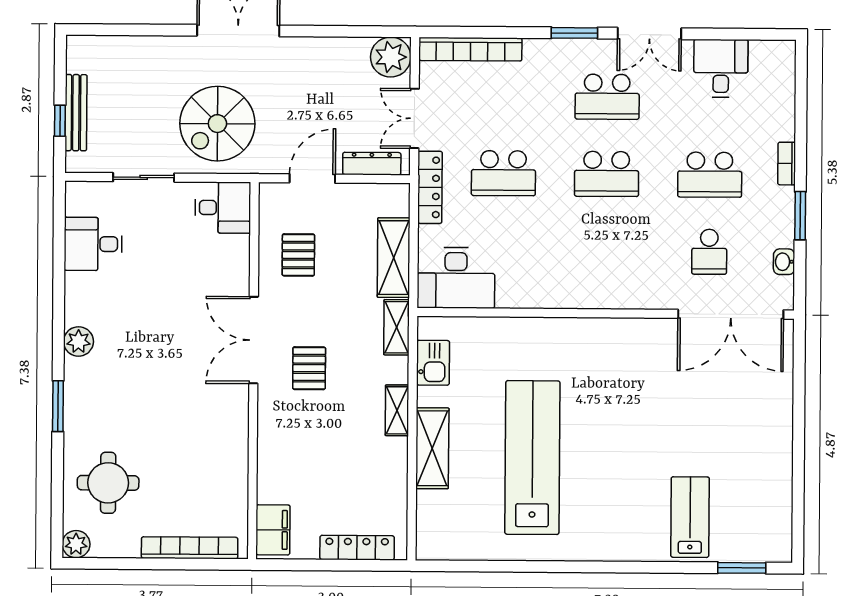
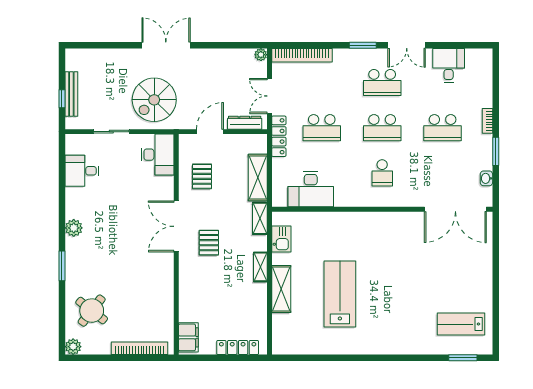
plant: (391, 57) -> (261, 55), width x0.53, depth x0.53
desk: (223, 208) -> (158, 155), width x1.37
school desk: (709, 252) -> (382, 173), moved
desk: (456, 278) -> (311, 189), moved
lab bench: (532, 458) -> (340, 294), width x0.73
round table: (108, 483) -> (92, 311), turned 38
lab bench: (690, 517) -> (461, 324), moved, turned -90

